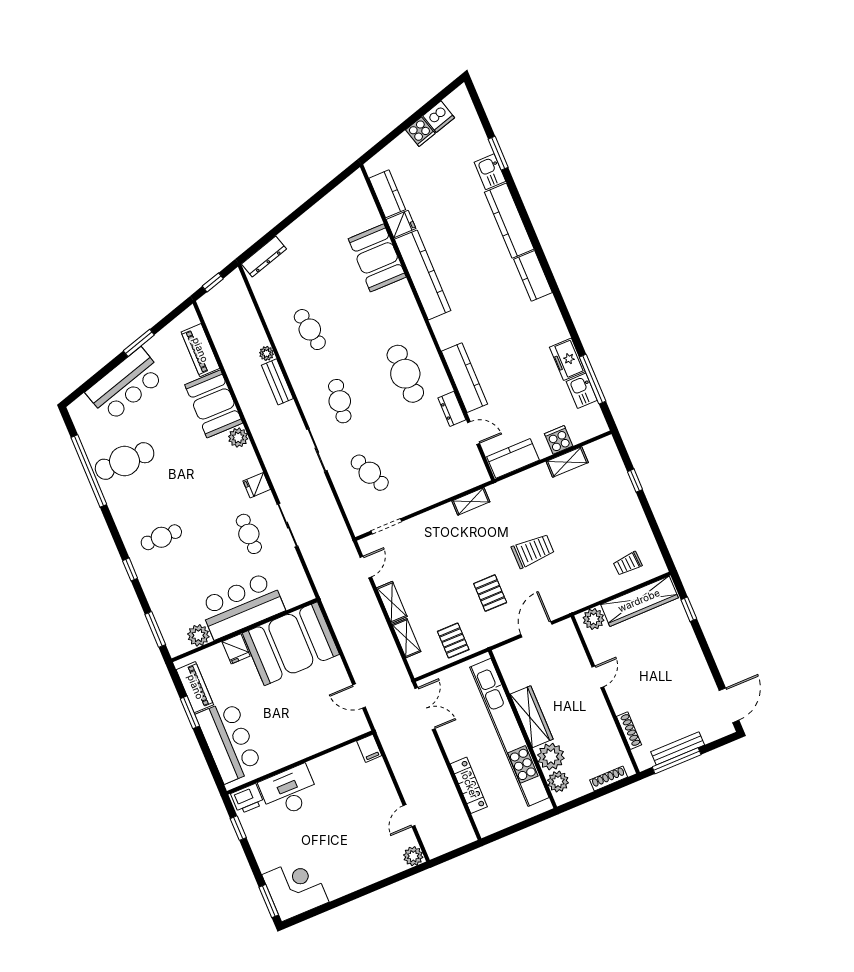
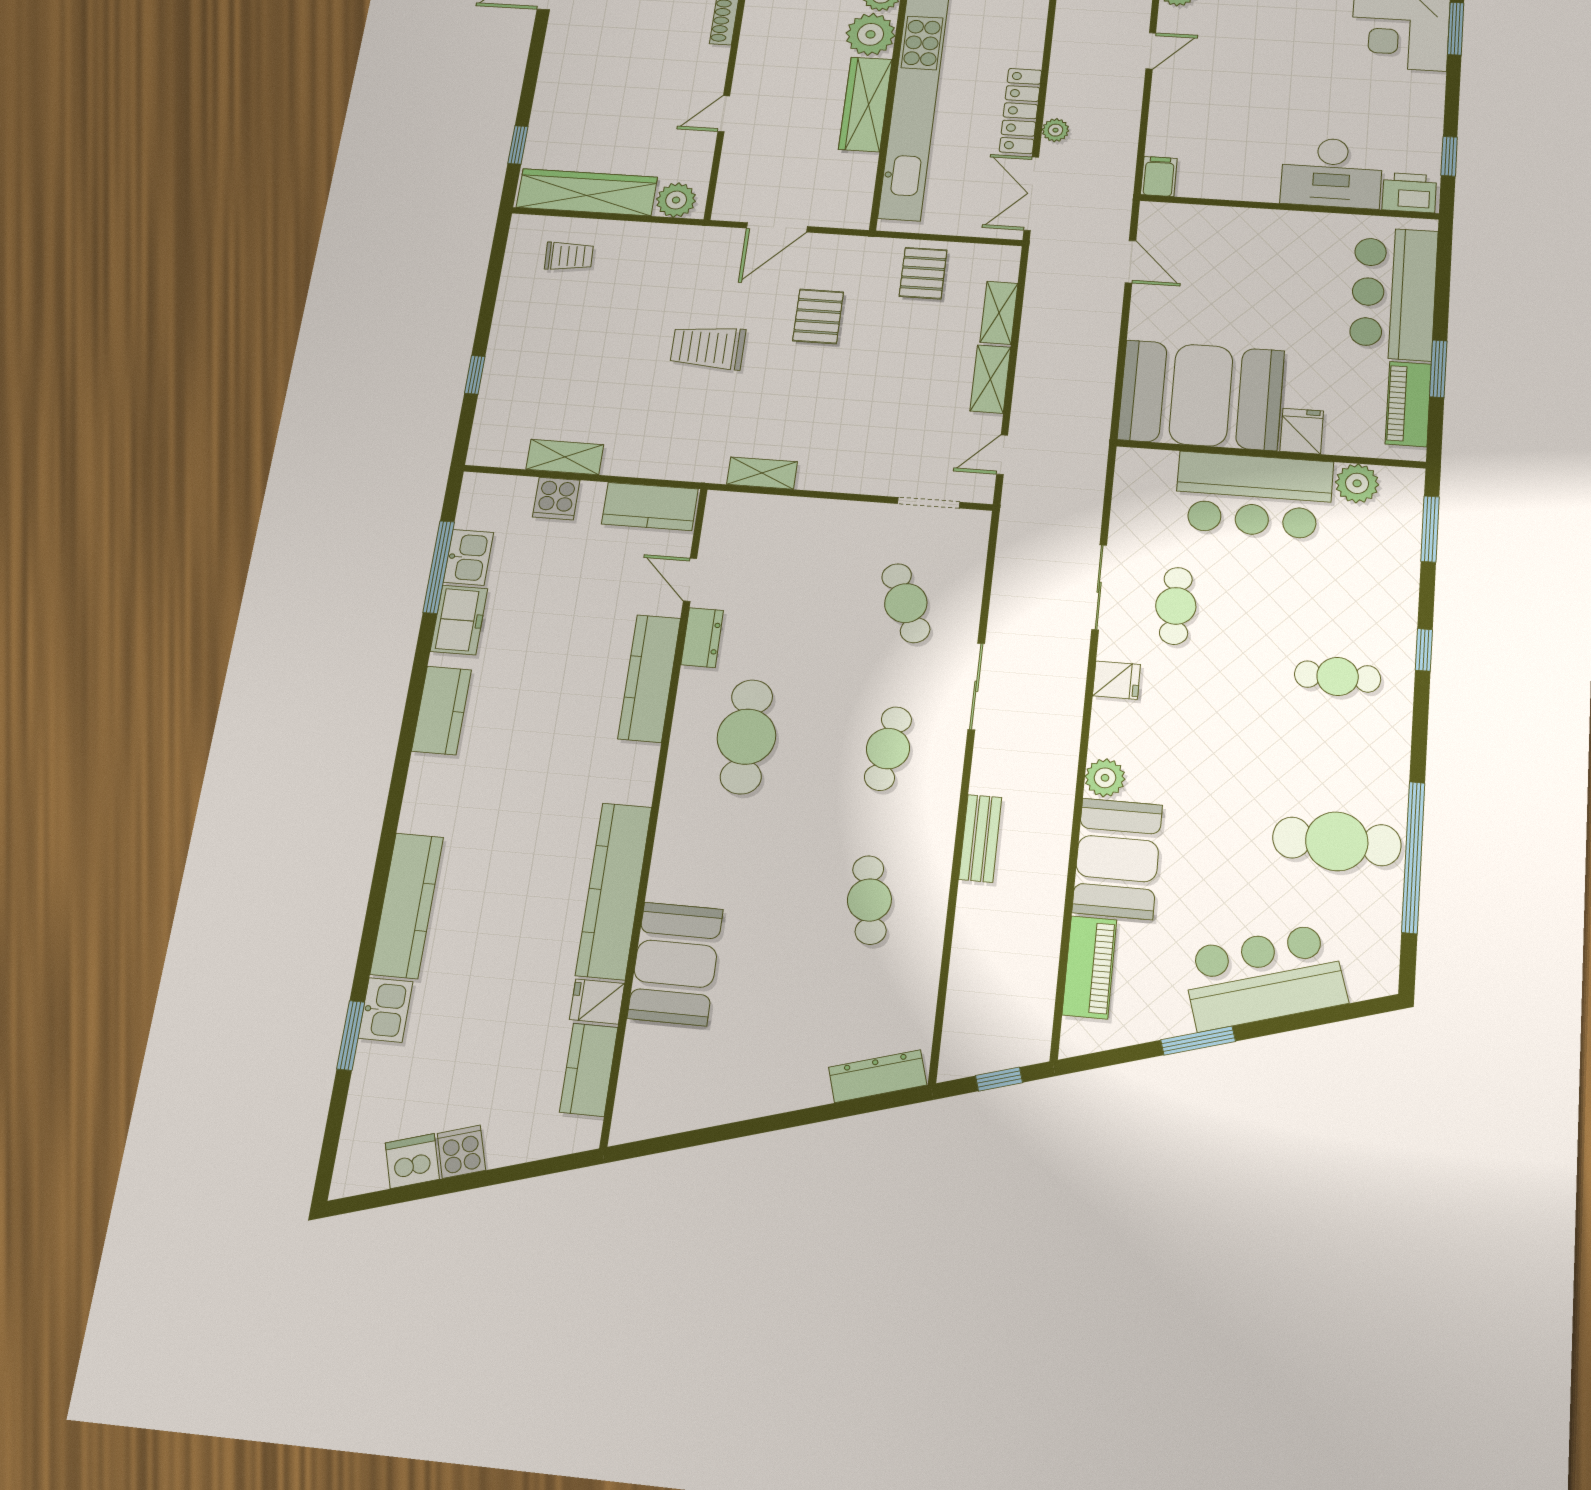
kitchen counter: (533, 276) -> (442, 710), moved
plant: (266, 353) -> (1055, 130), moved
locker: (469, 785) -> (1020, 111), moved

